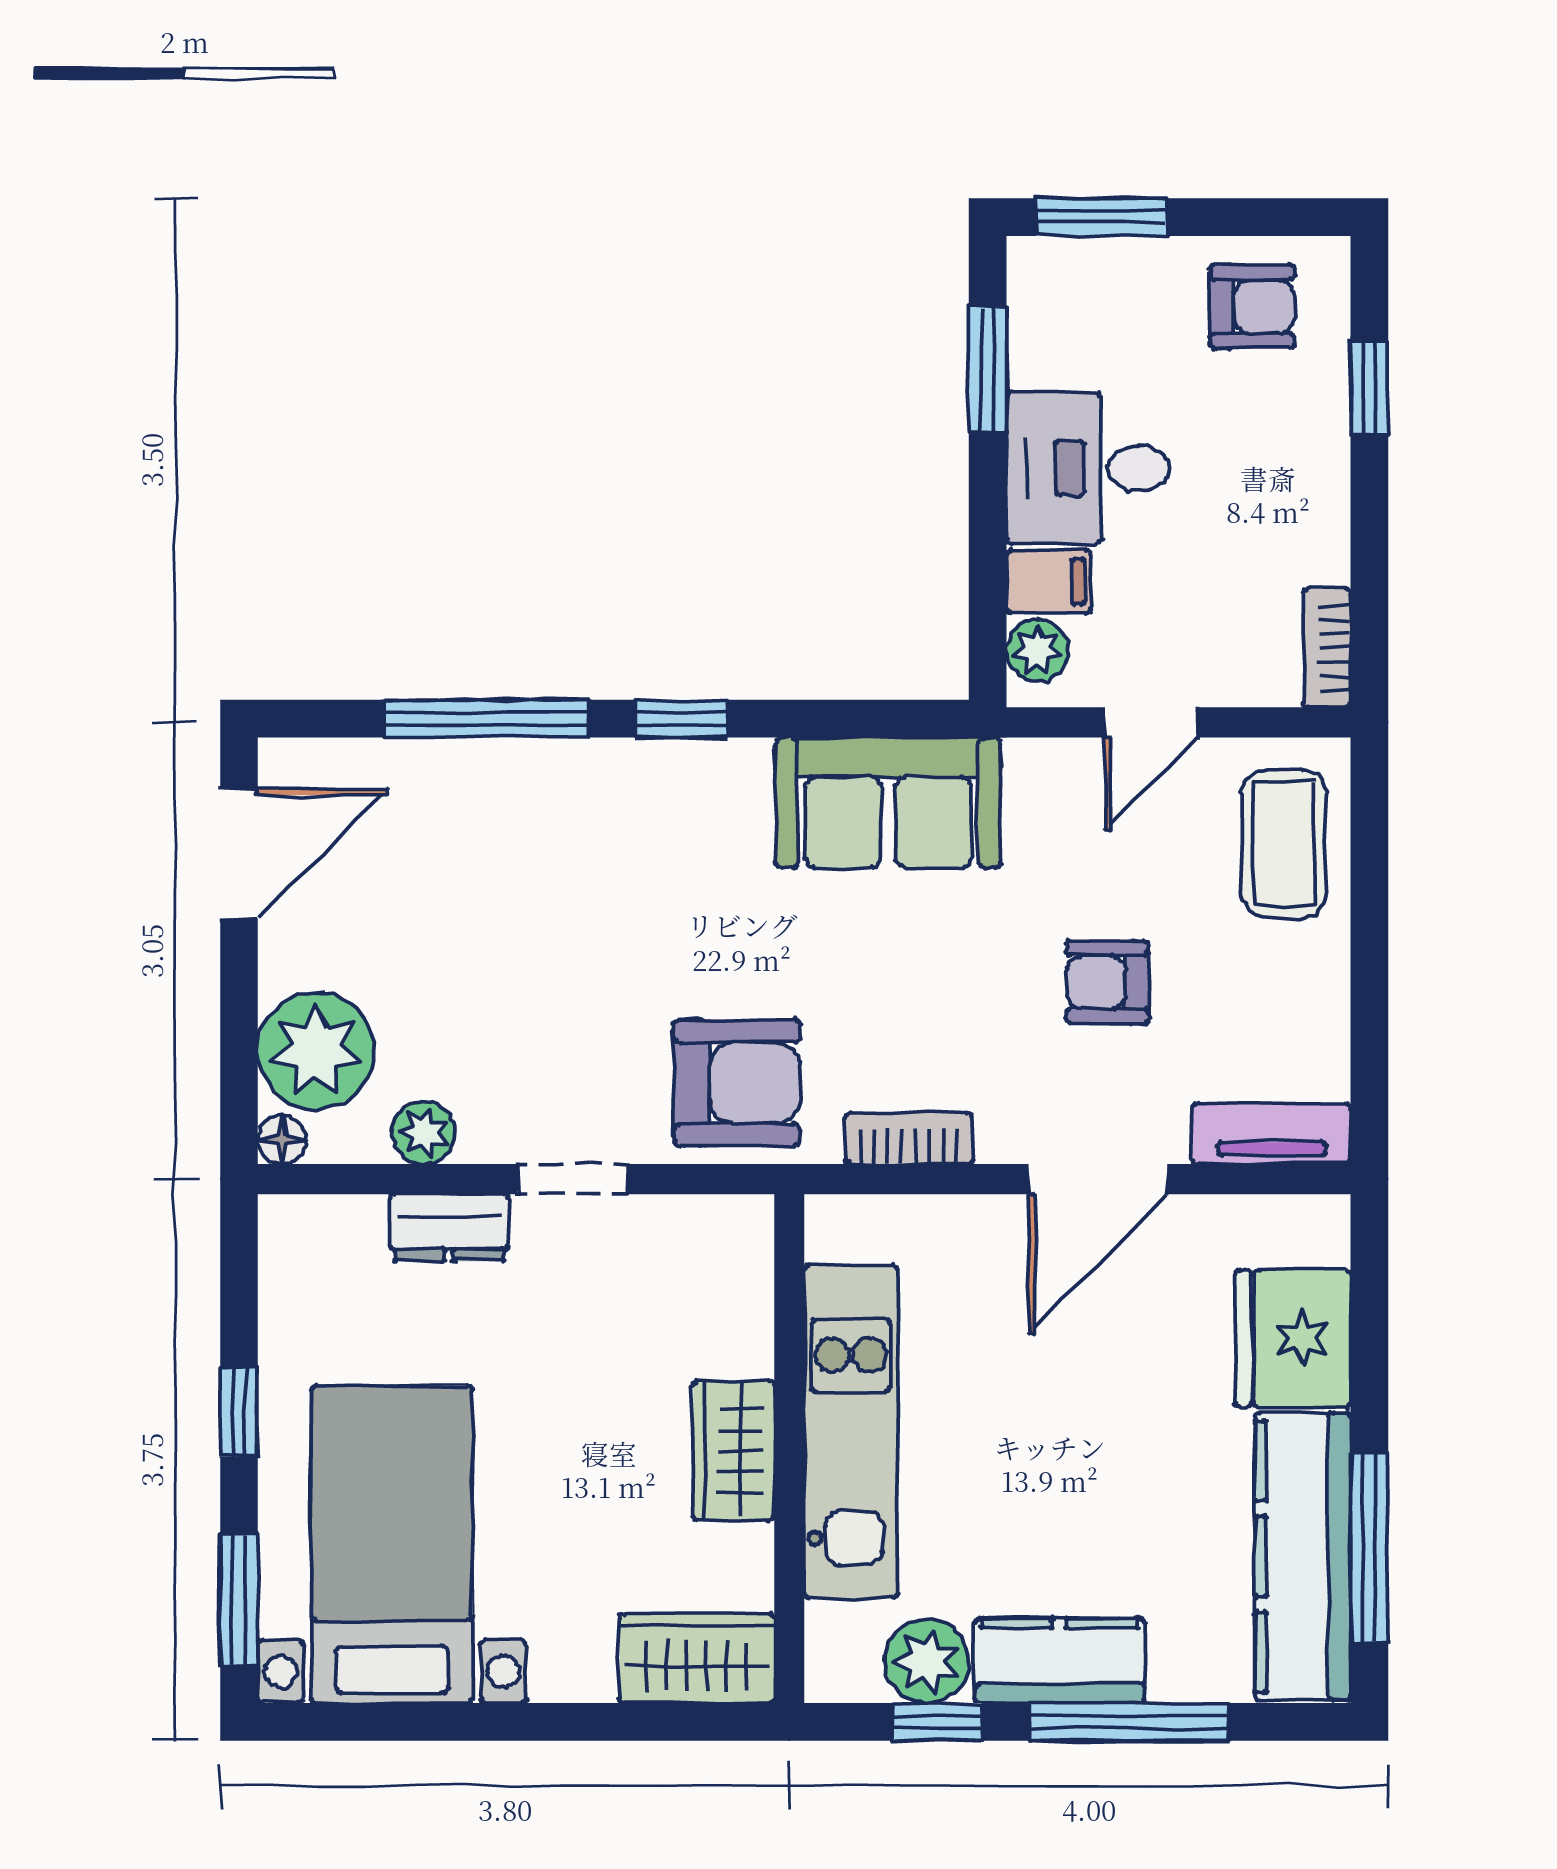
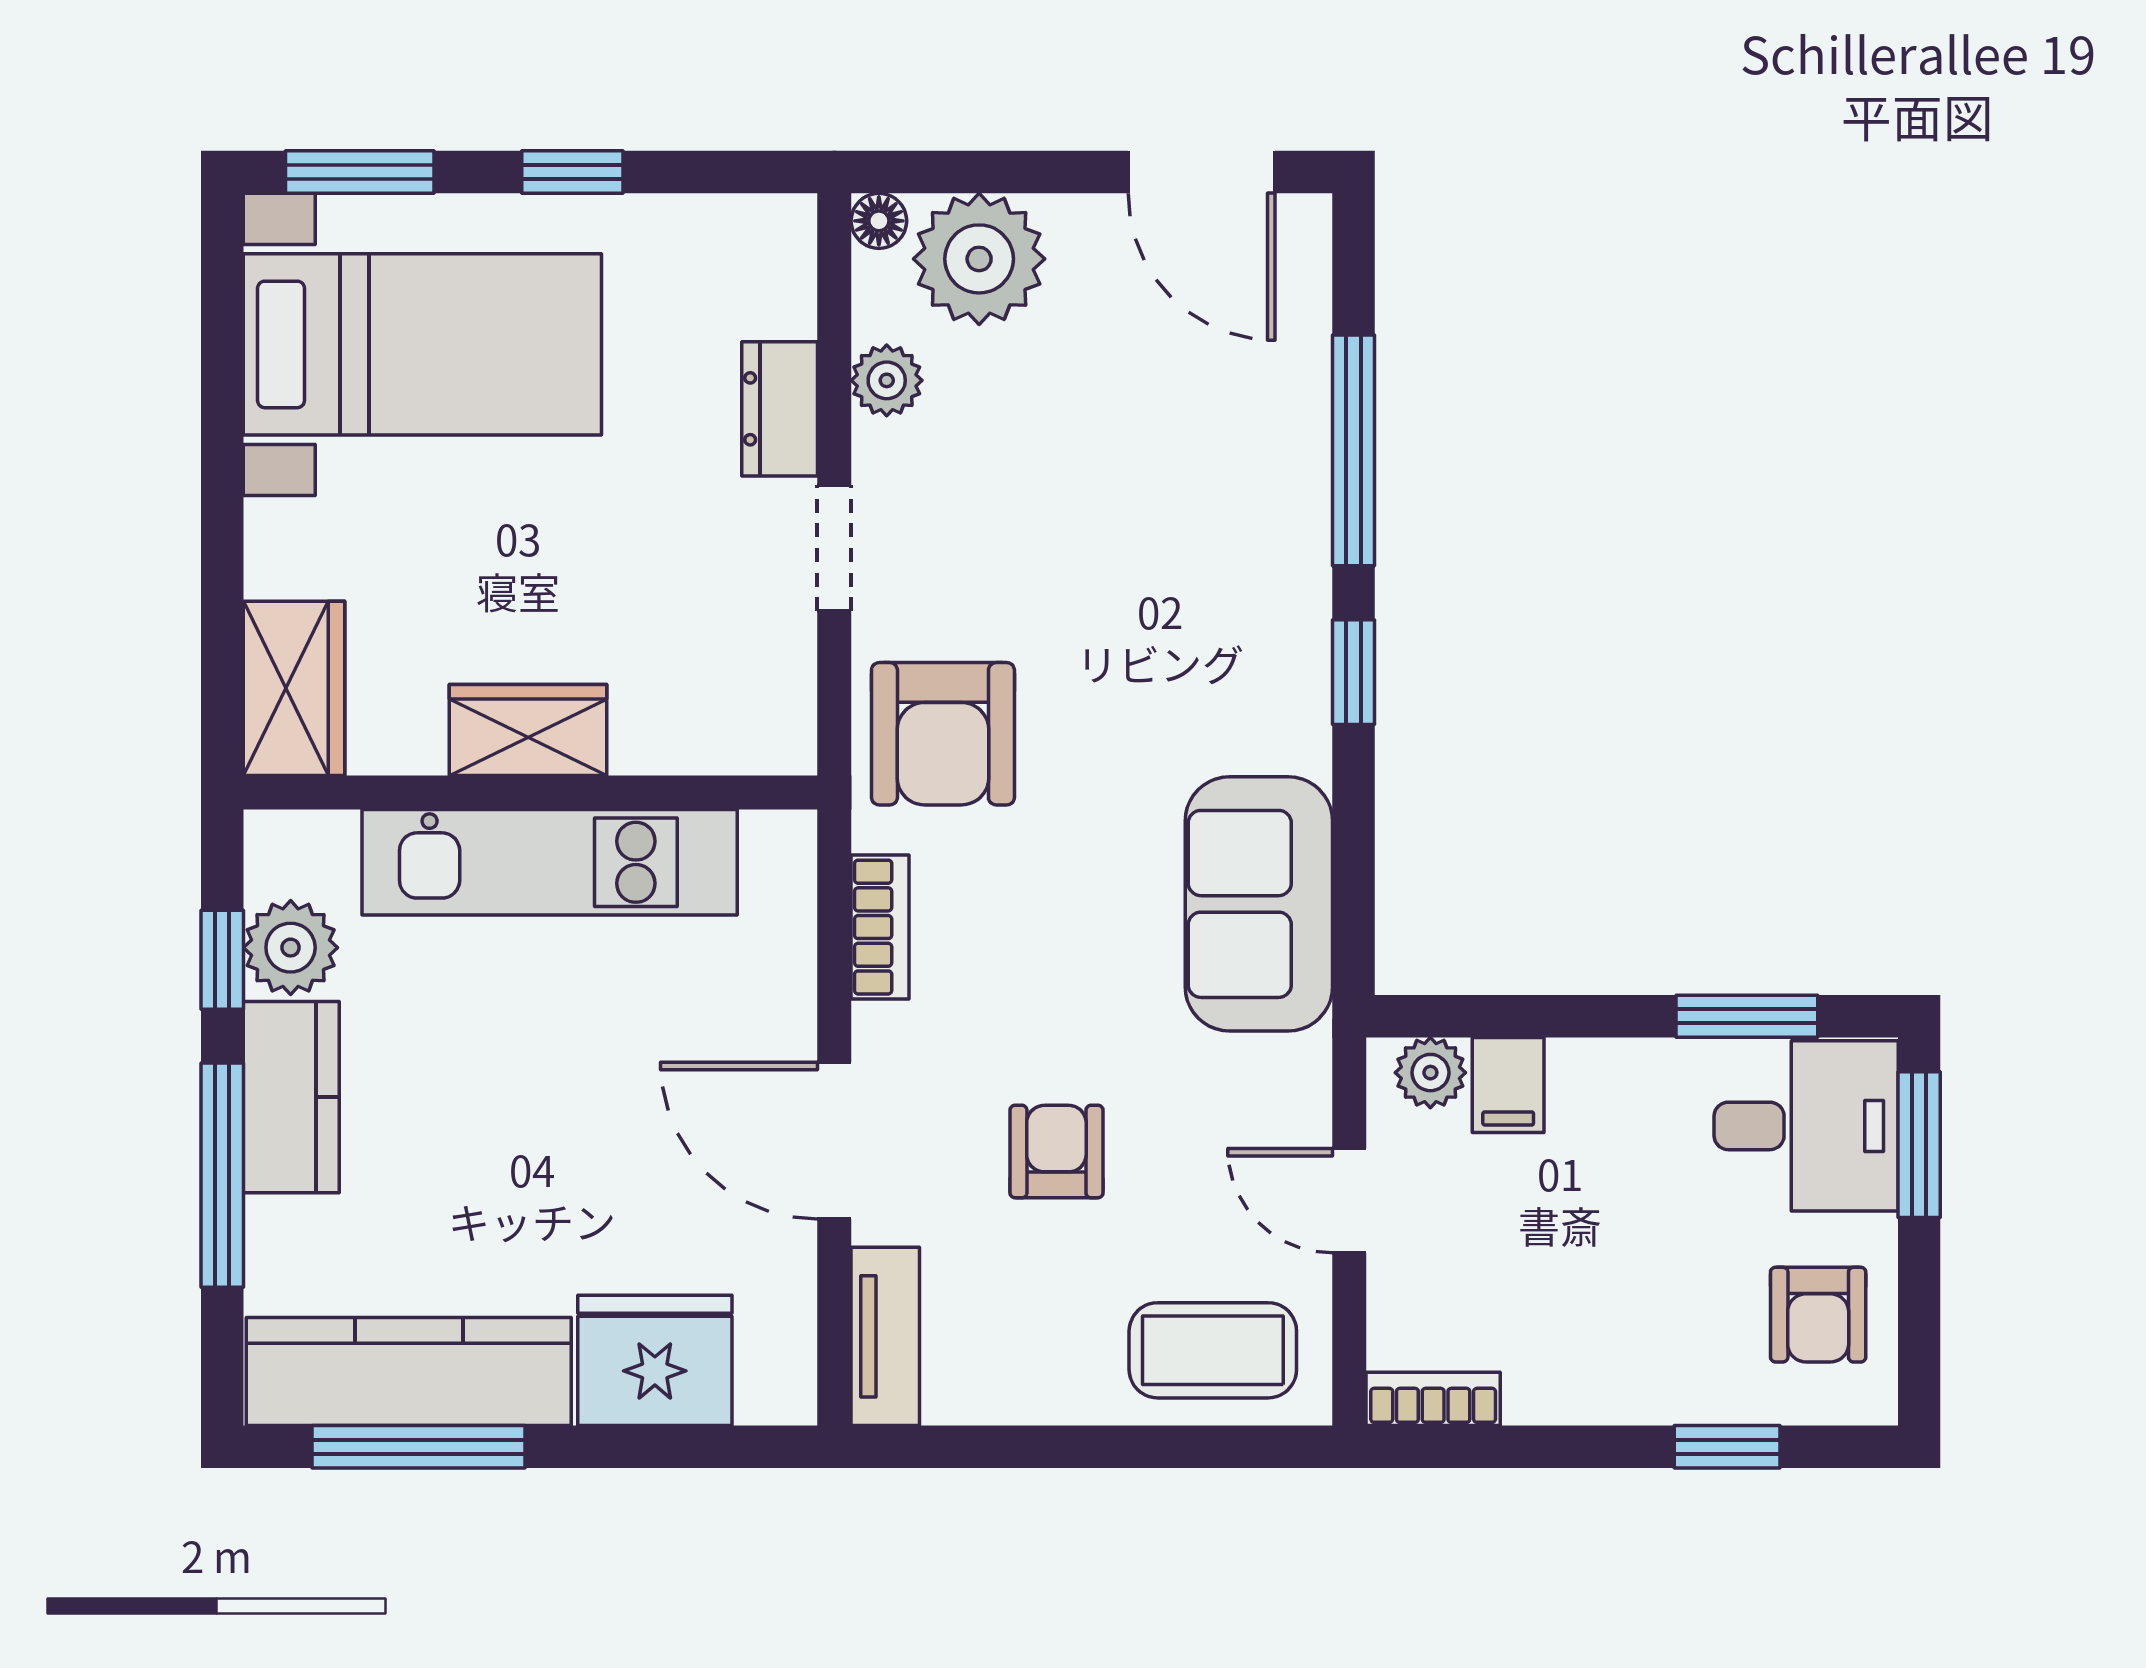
desk: (1088, 468) -> (1806, 1126), moved, turned 90

